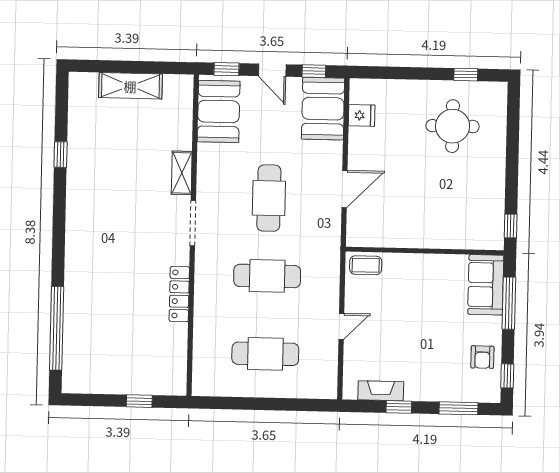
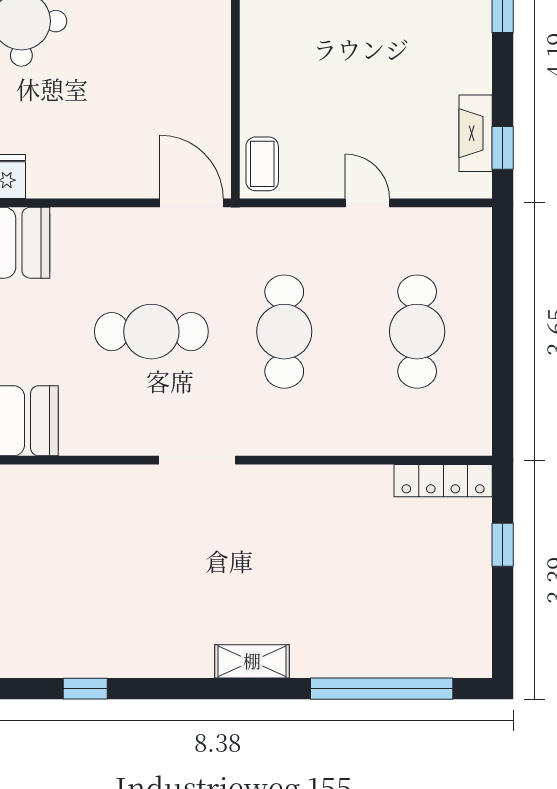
shelving: (182, 173) -> (252, 661), moved
door: (345, 189) -> (192, 203), moved
locker: (179, 294) -> (443, 481), moved
window: (399, 407) -> (503, 148), moved

